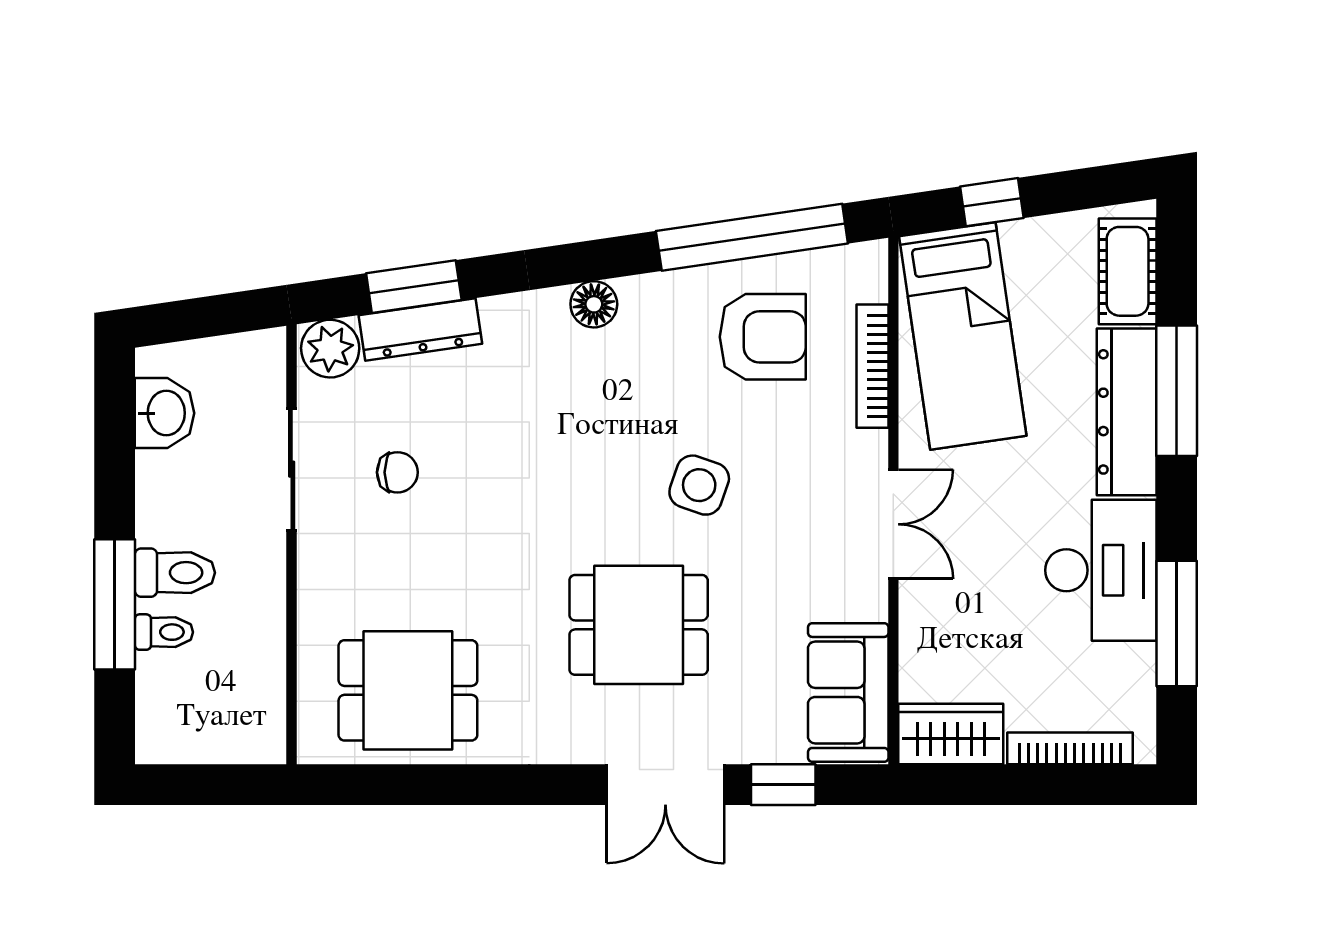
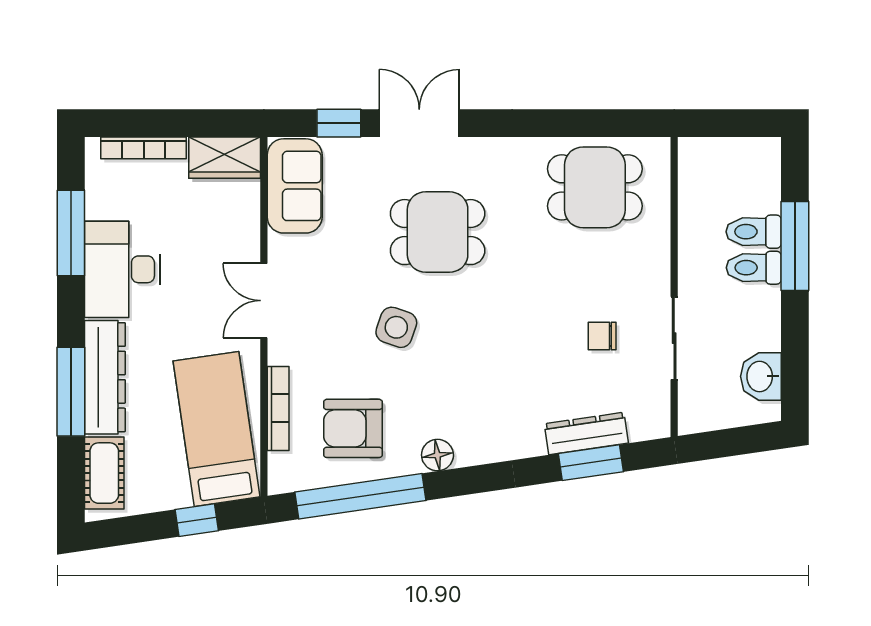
floor lamp: (594, 304) -> (437, 455), moved
plant: (330, 349) -> (648, 420), removed
toilet: (164, 632) -> (754, 232), width x1.37, depth x1.39

